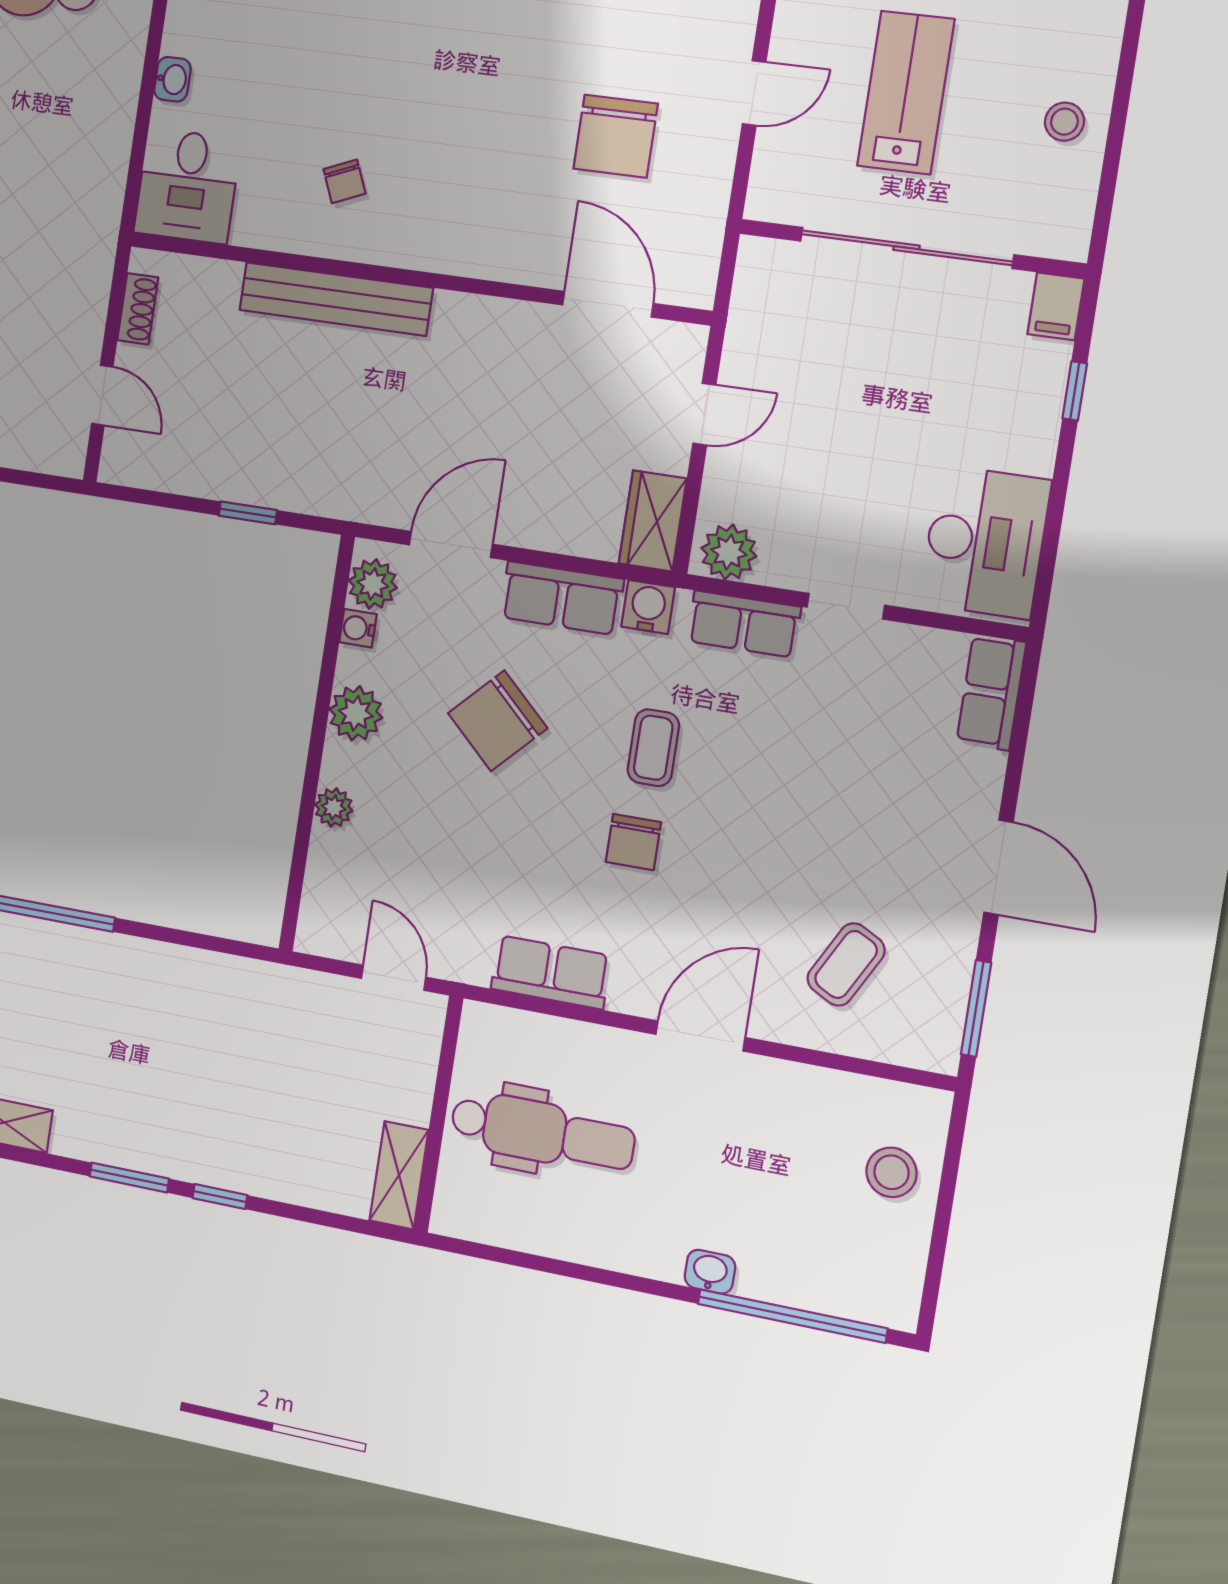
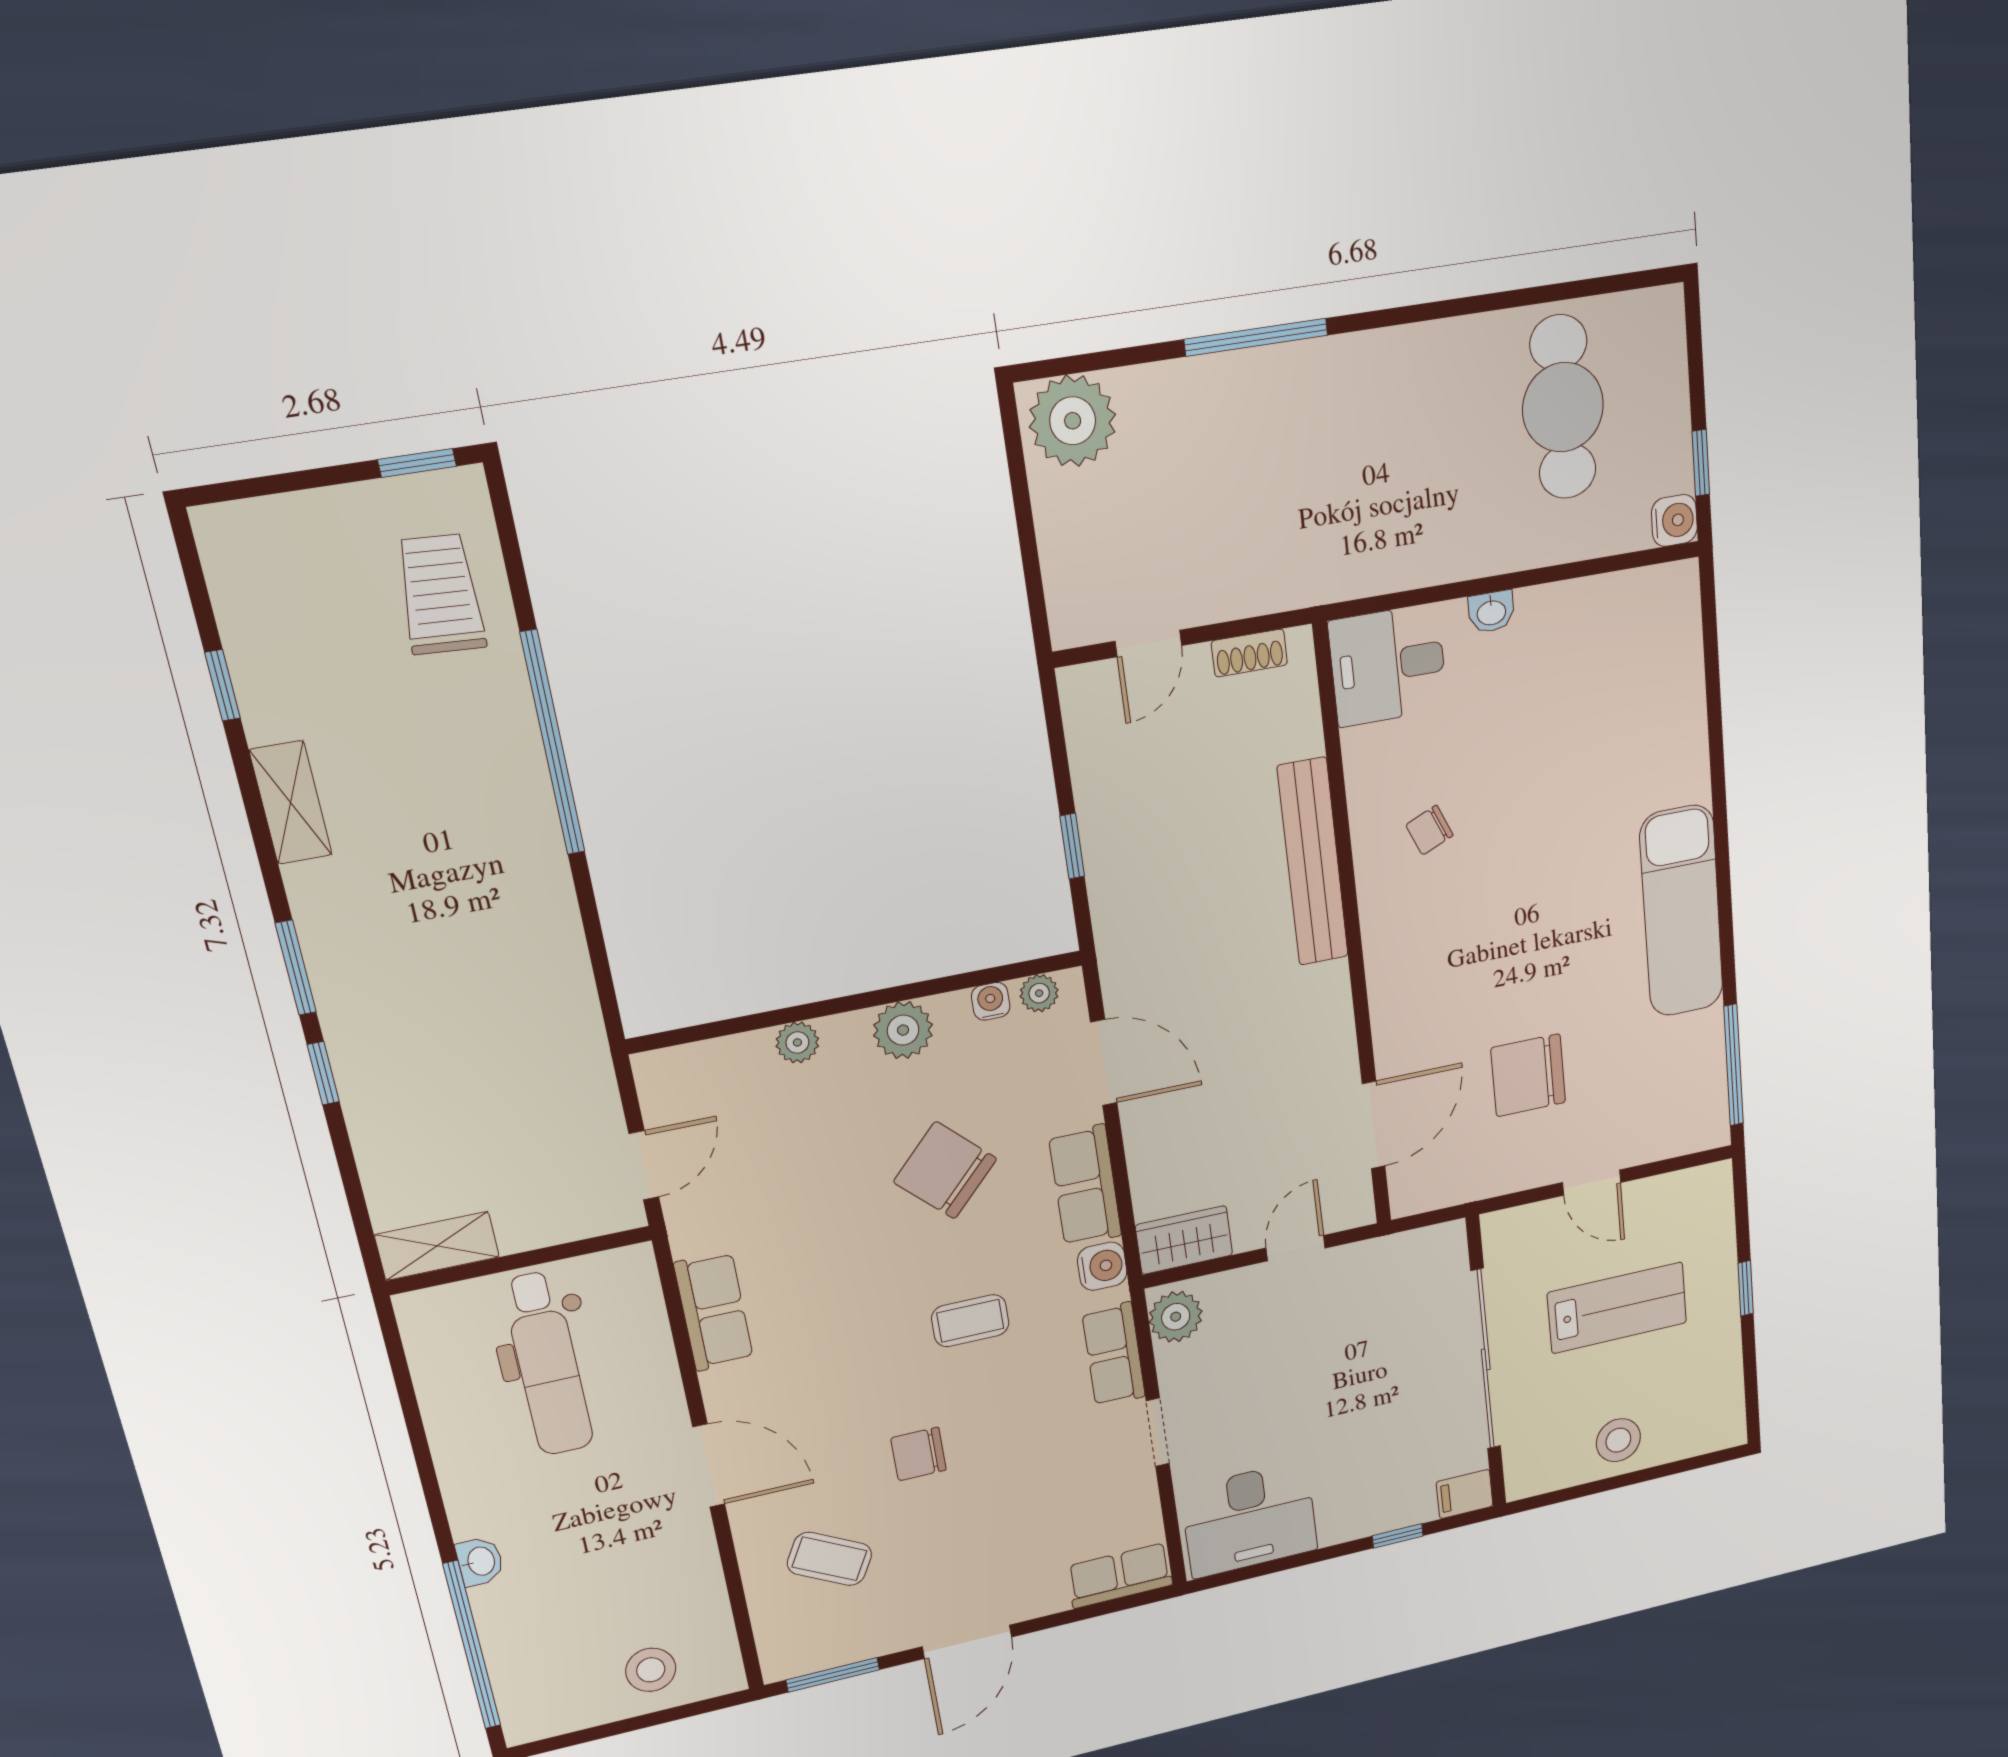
stool: (1064, 122) -> (1618, 1440), width x1.37, depth x1.37
door: (704, 414) -> (1296, 1248), swing flipped
plant: (373, 584) -> (1039, 993), width x0.73, depth x0.73
chair: (633, 842) -> (919, 1454), moved

